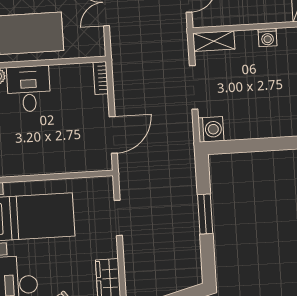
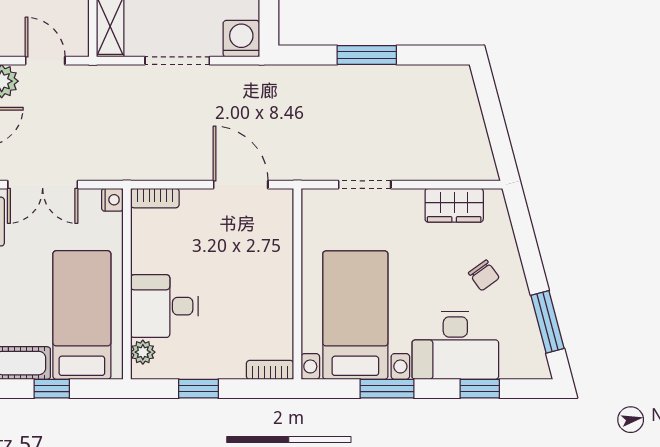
nightstand: (98, 50) -> (112, 200), added

